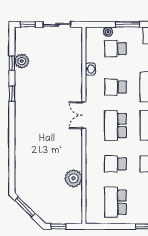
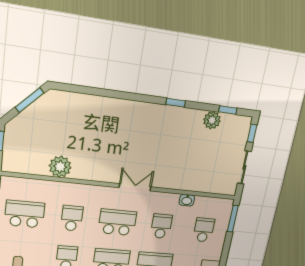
window: (127, 24) -> (233, 219), moved
plant: (108, 32) -> (224, 223), removed
window: (12, 63) -> (228, 110), moved

